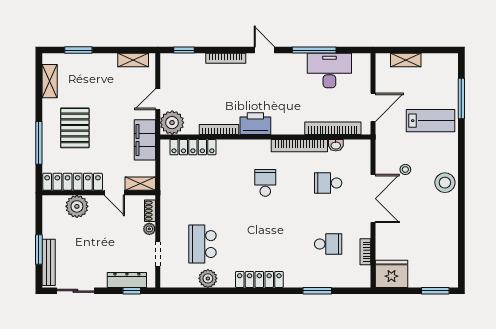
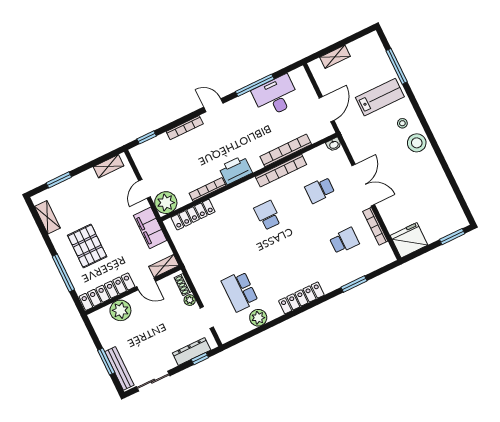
bookcase: (333, 128) -> (286, 150), moved
washbasin: (336, 145) -> (334, 145), moved
stool: (405, 169) -> (402, 123), moved
bookcase: (365, 252) -> (375, 226), width x1.56

